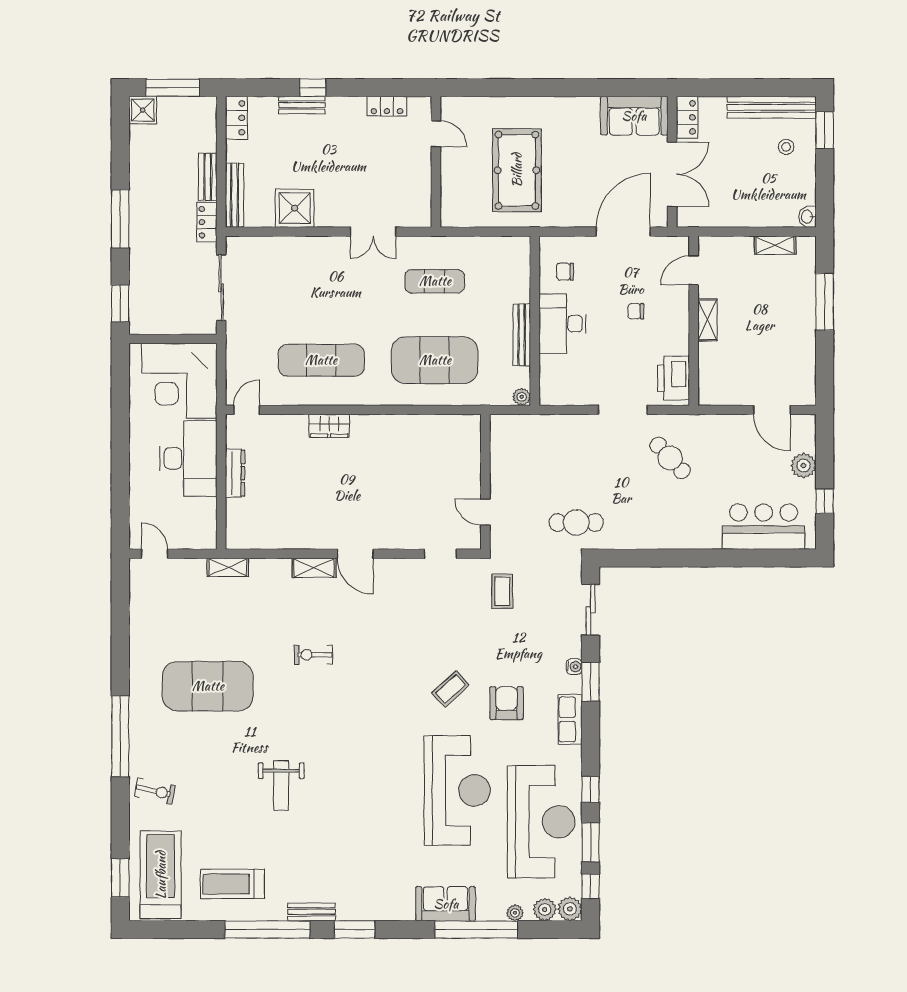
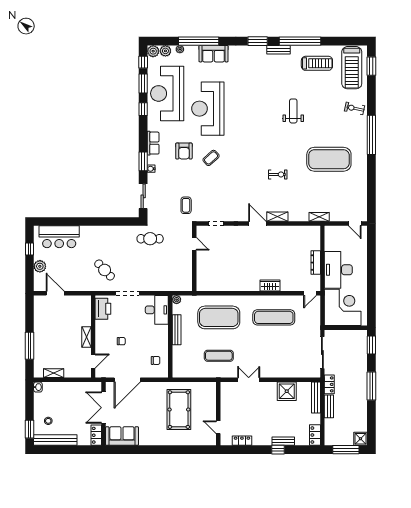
desk: (562, 324) -> (157, 310), moved

